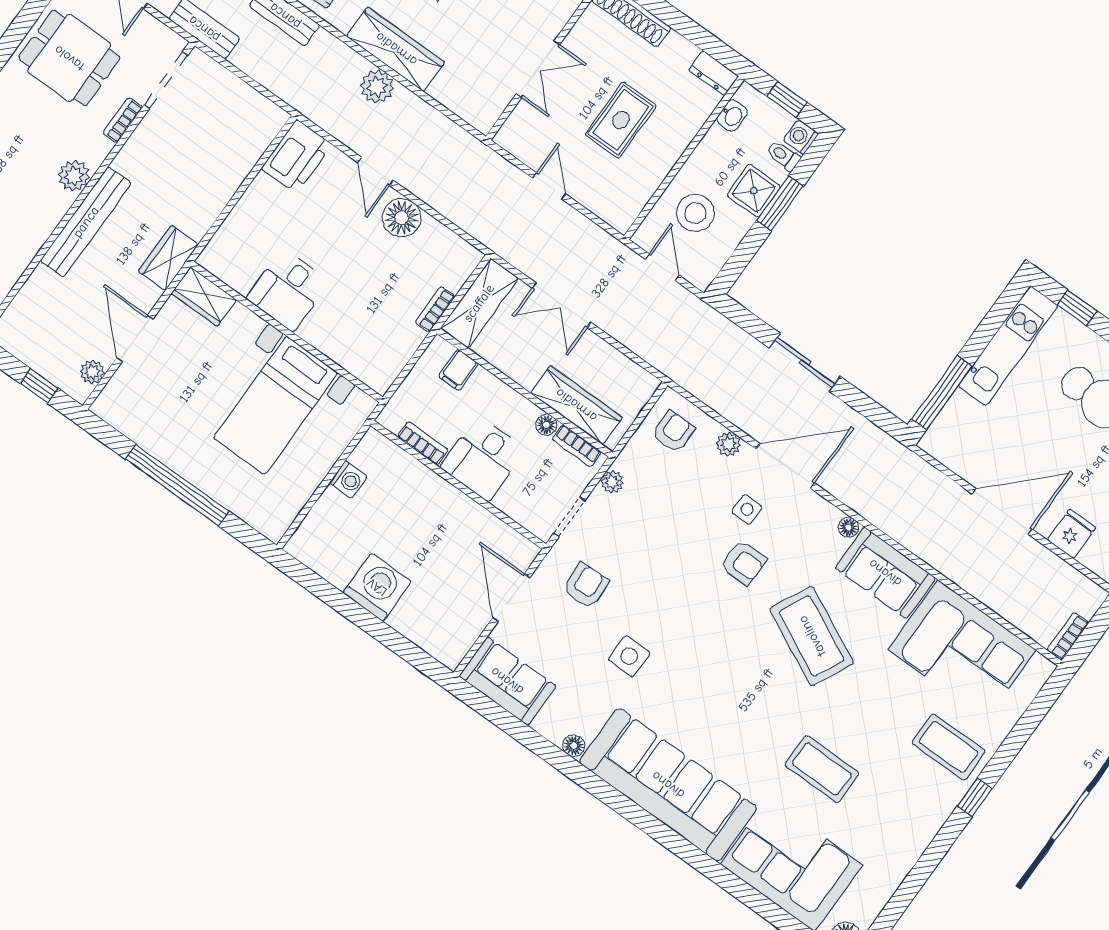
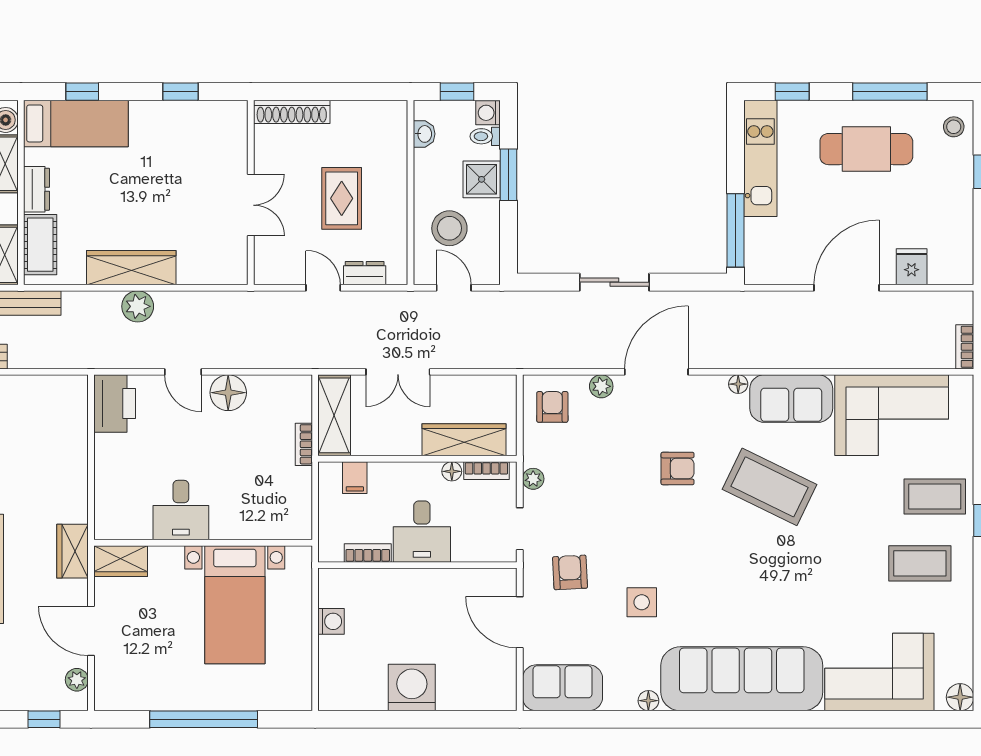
dresser: (713, 73) -> (365, 273), moved, turned 180
side table: (747, 509) -> (651, 426), removed
coffee table: (822, 769) -> (920, 563), moved

